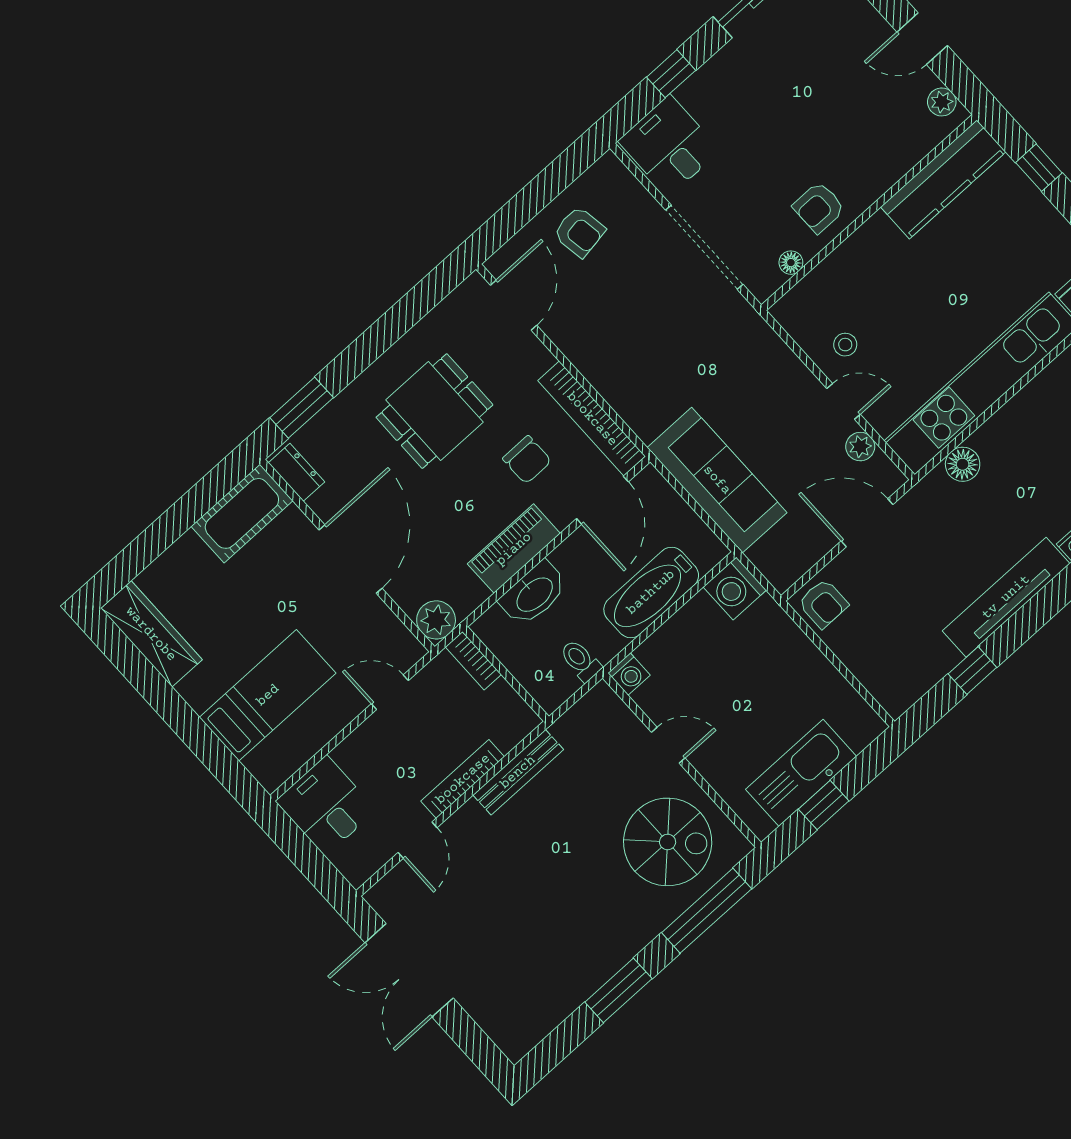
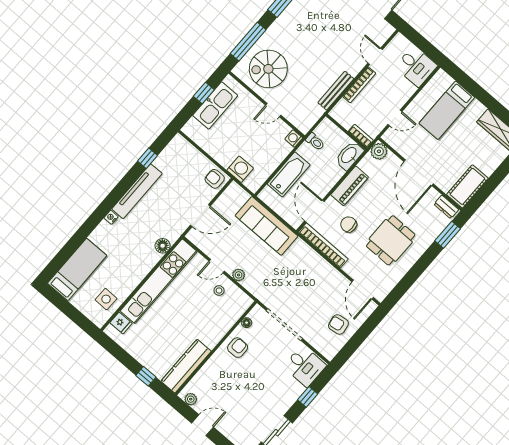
plant: (860, 447) -> (239, 275), moved
washing machine: (735, 589) -> (240, 169), moved
washbasin: (534, 594) -> (349, 155), moved

